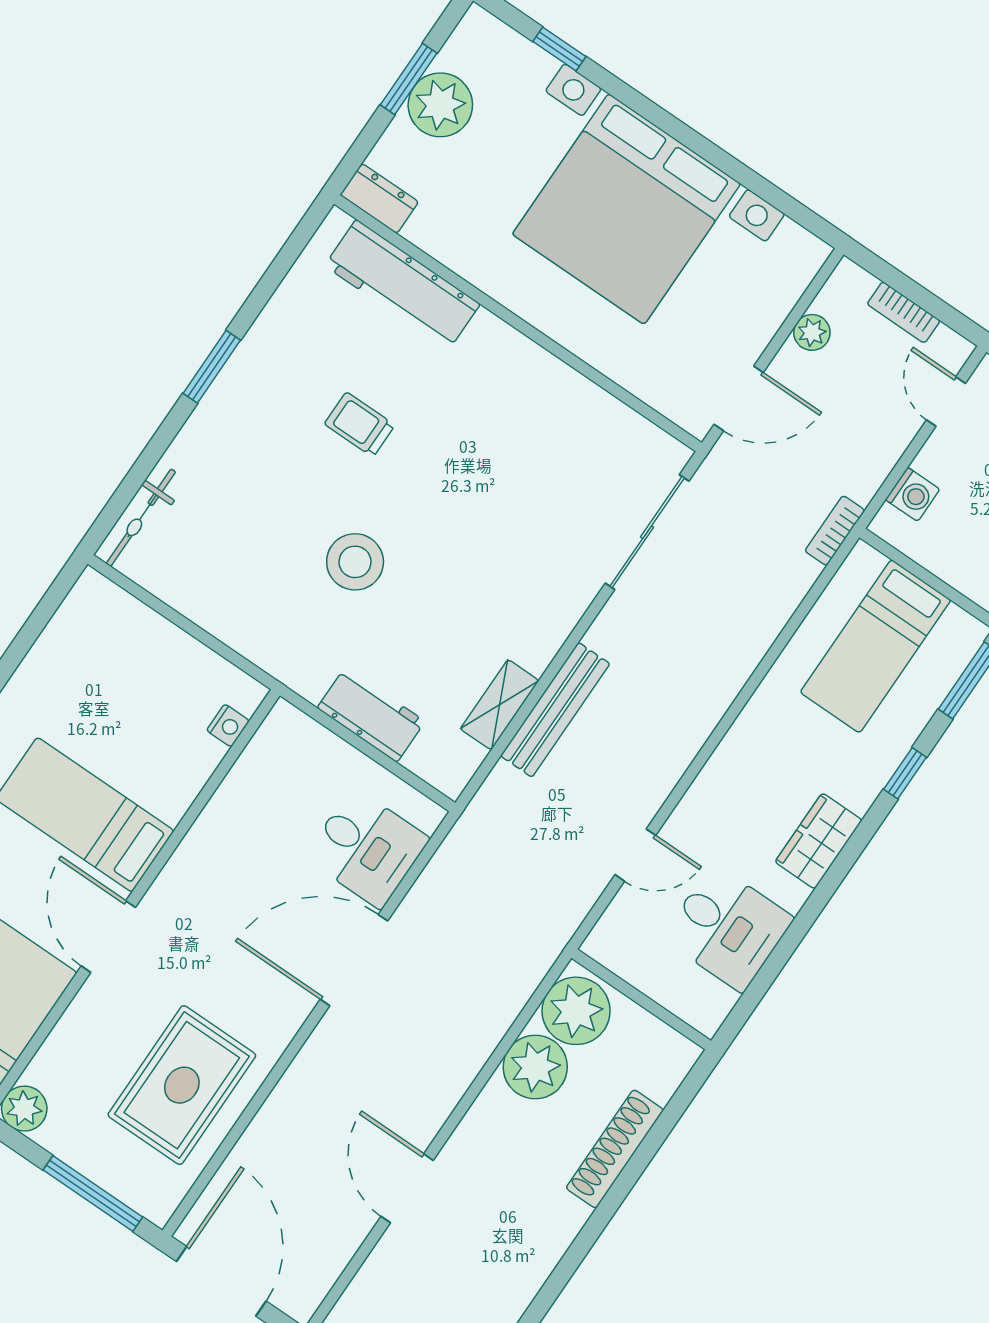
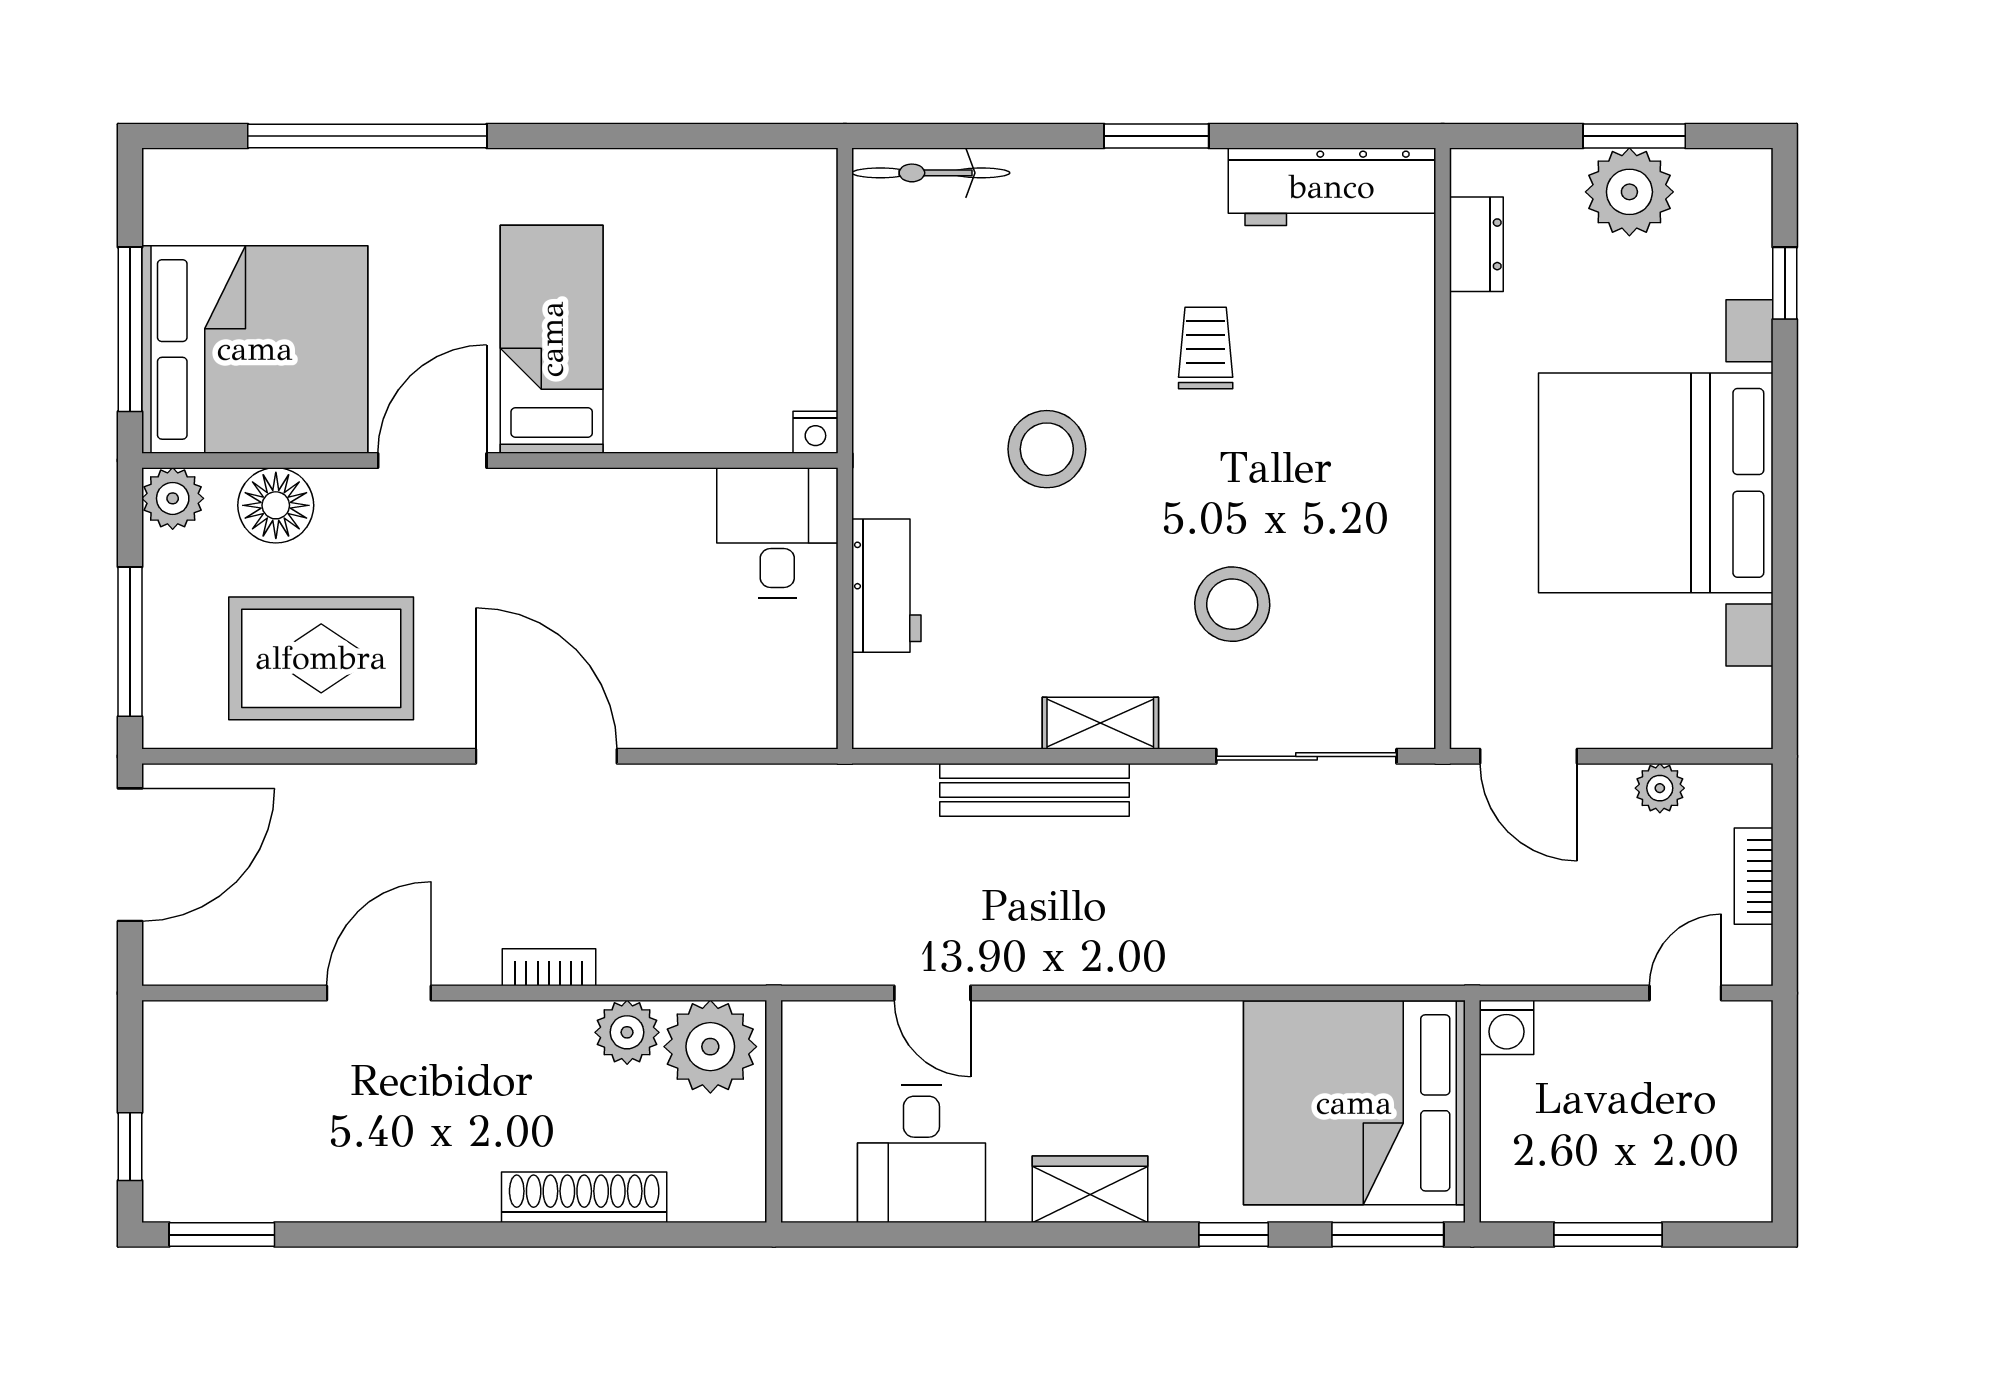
dresser: (379, 198) -> (1476, 244), moved
workbench: (402, 285) -> (1332, 187), moved, turned -90
washing machine: (913, 494) -> (1506, 1027), moved
stool: (525, 514) -> (1232, 604), added
bookcase: (835, 531) -> (549, 967), moved
bed: (875, 646) -> (1354, 1103), width x2.04
shelving: (500, 705) -> (1100, 723), moved
nightstand: (228, 726) -> (815, 432), moved
desk: (367, 848) -> (777, 533), moved, turned 180
door: (354, 960) -> (546, 756), moved
floor lamp: (71, 1049) -> (276, 505), added
plant: (535, 1067) -> (627, 1032), width x0.73, depth x0.73

